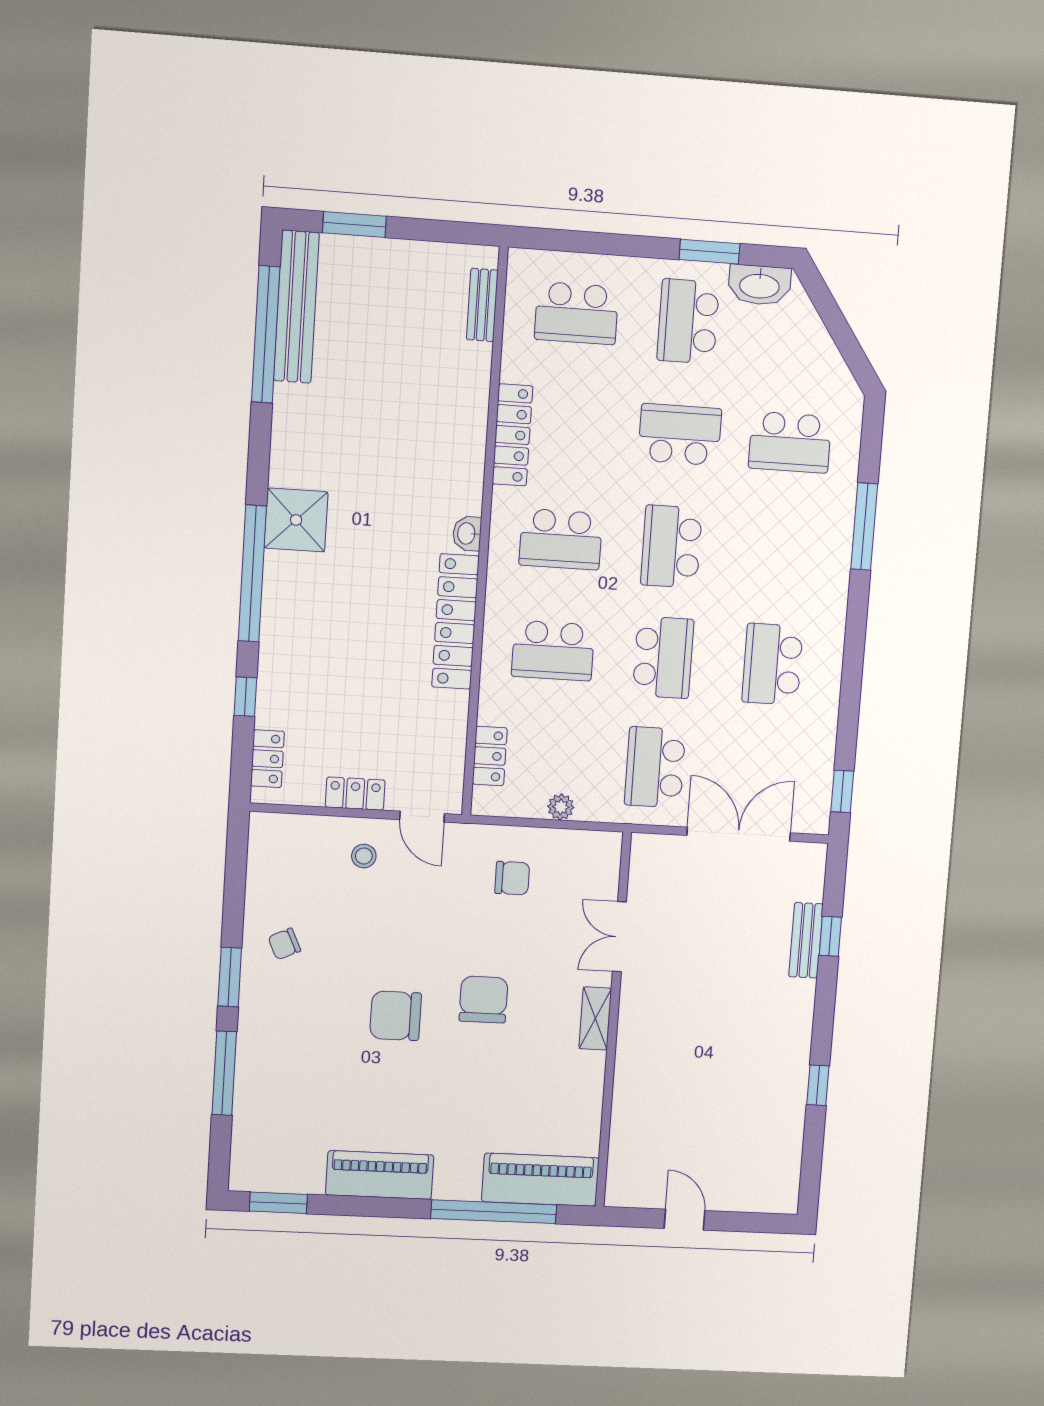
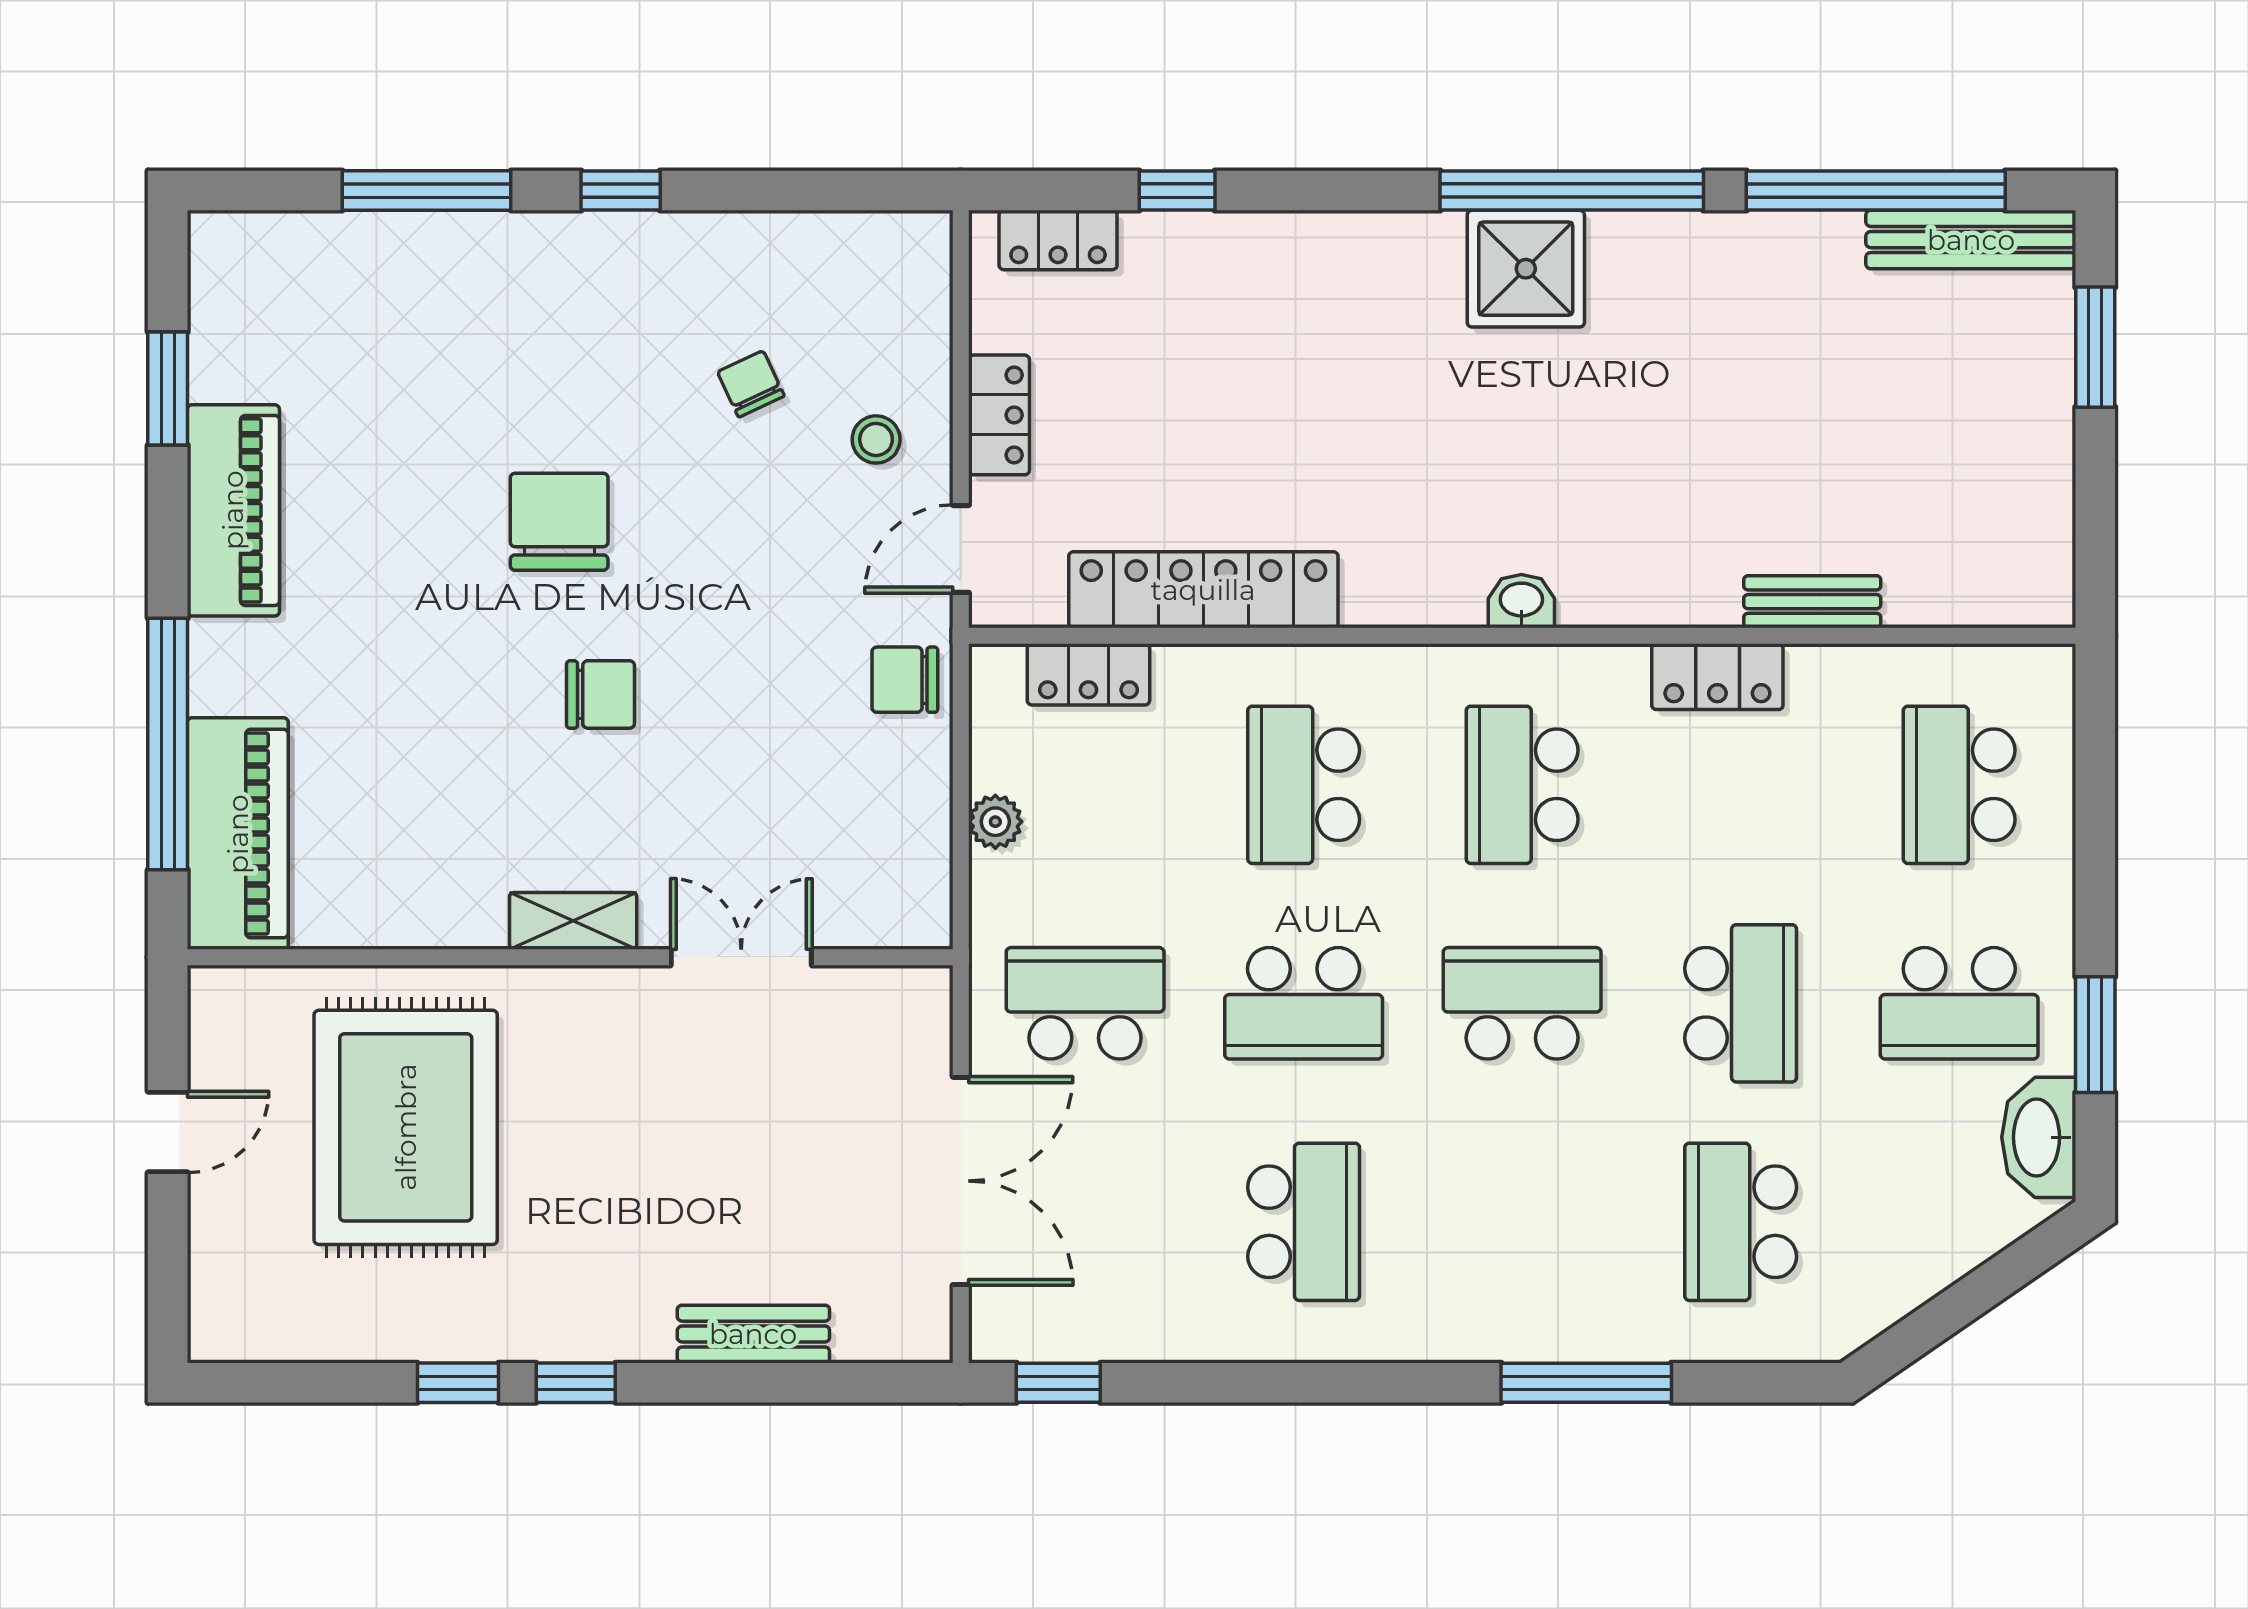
bench: (482, 305) -> (1812, 602), moved
bench: (296, 307) -> (1971, 240), width x0.73, depth x0.82
school desk: (688, 321) -> (1959, 1003), turned 180
locker: (512, 435) -> (1717, 677), width x0.66
window: (252, 573) -> (1572, 191), moved
locker: (455, 622) -> (1203, 590), moved
school desk: (772, 664) -> (1304, 1222), turned 90
chair: (512, 878) -> (905, 680), moved, turned 90
window: (830, 936) -> (576, 1383), moved
chair: (284, 944) -> (751, 384), moved
window: (230, 977) -> (621, 191), width x0.67
chair: (484, 1000) -> (600, 694), width x0.73, depth x0.73
rug: (691, 1105) -> (406, 1127), added
window: (278, 1203) -> (168, 388), moved

